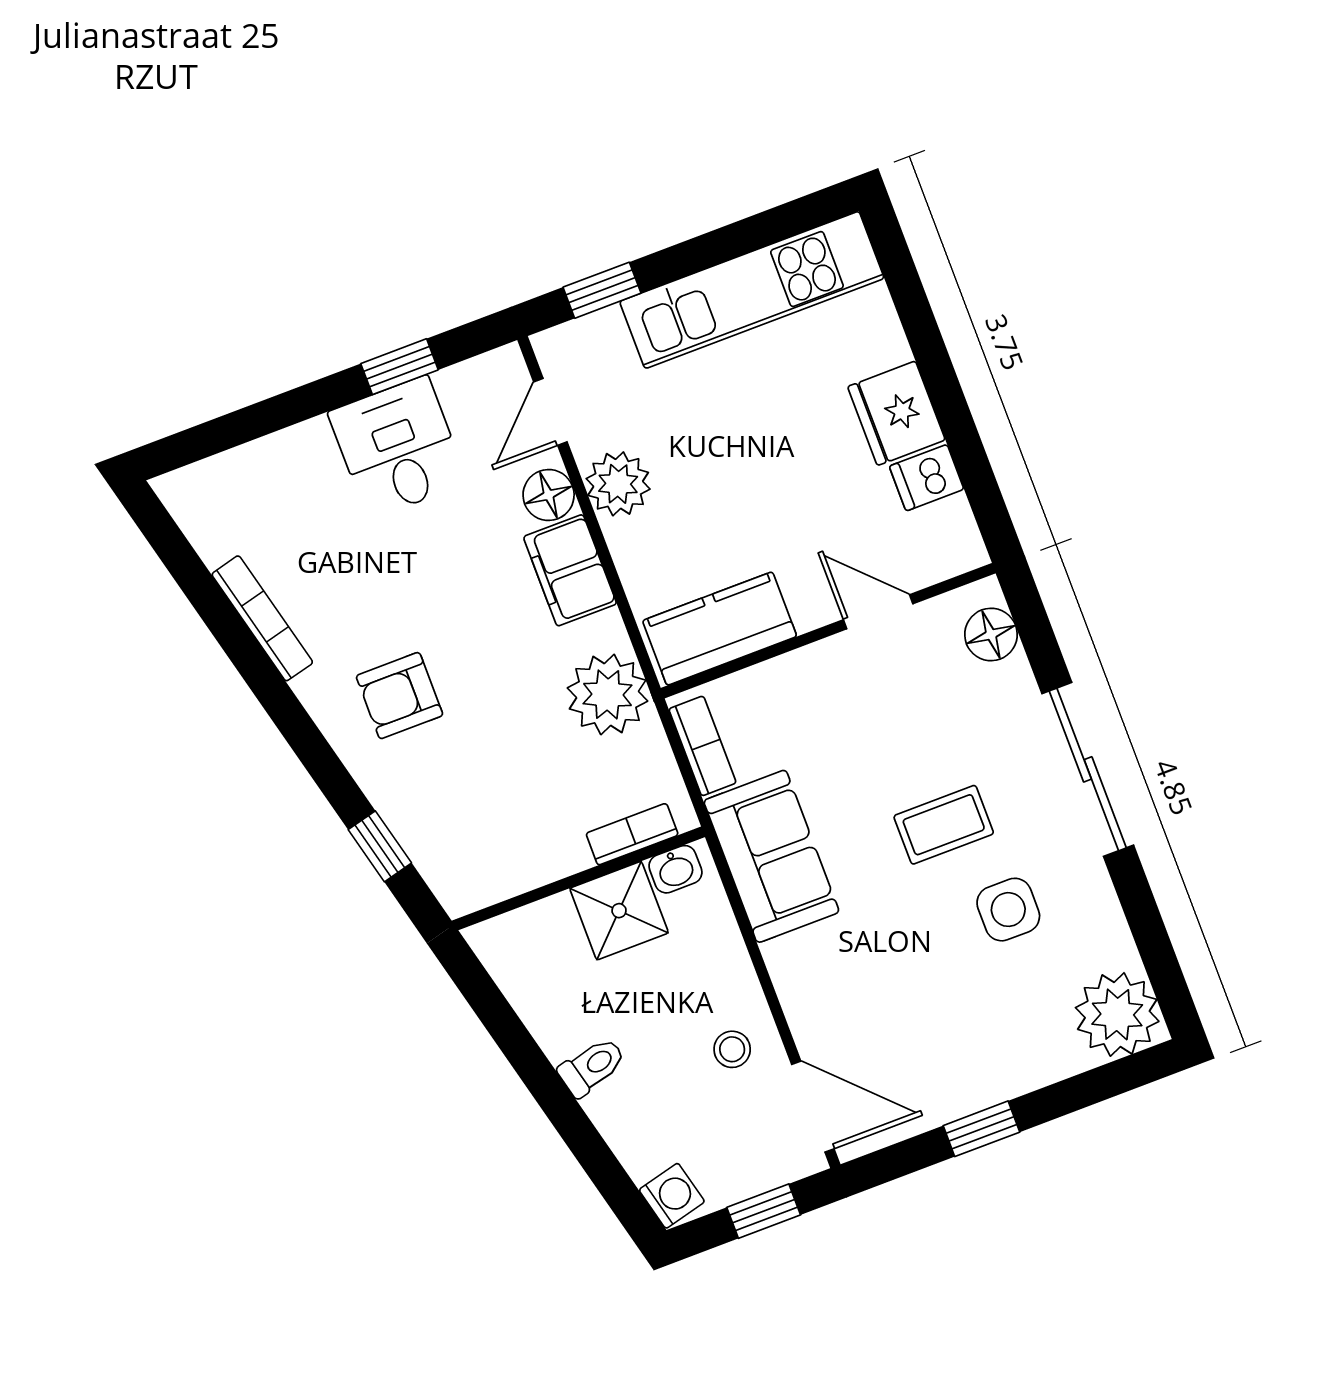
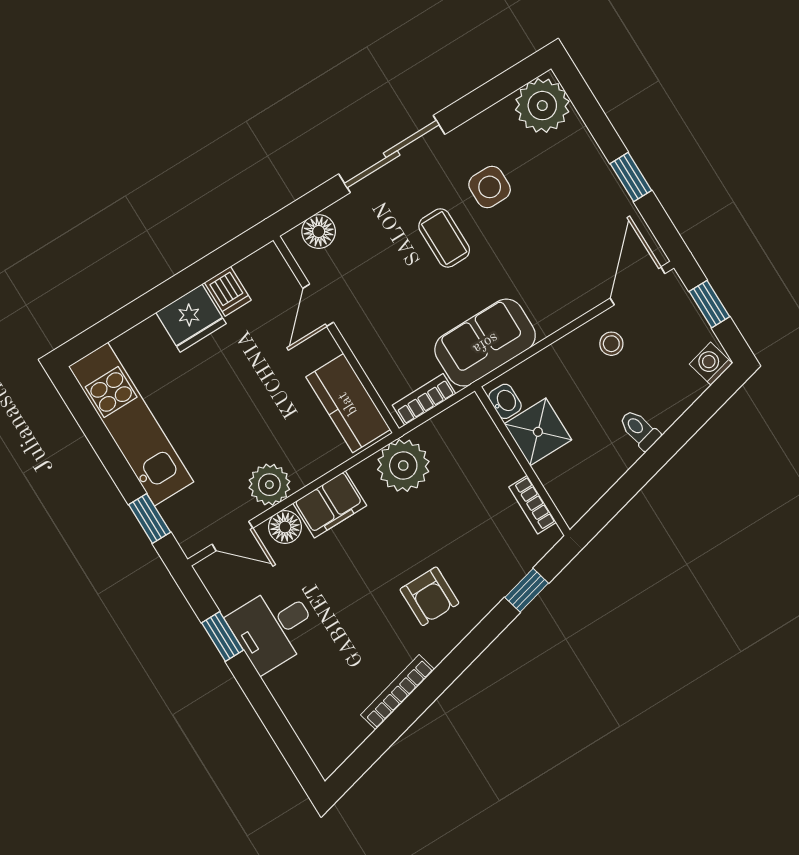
bookcase: (632, 834) -> (532, 505), moved

